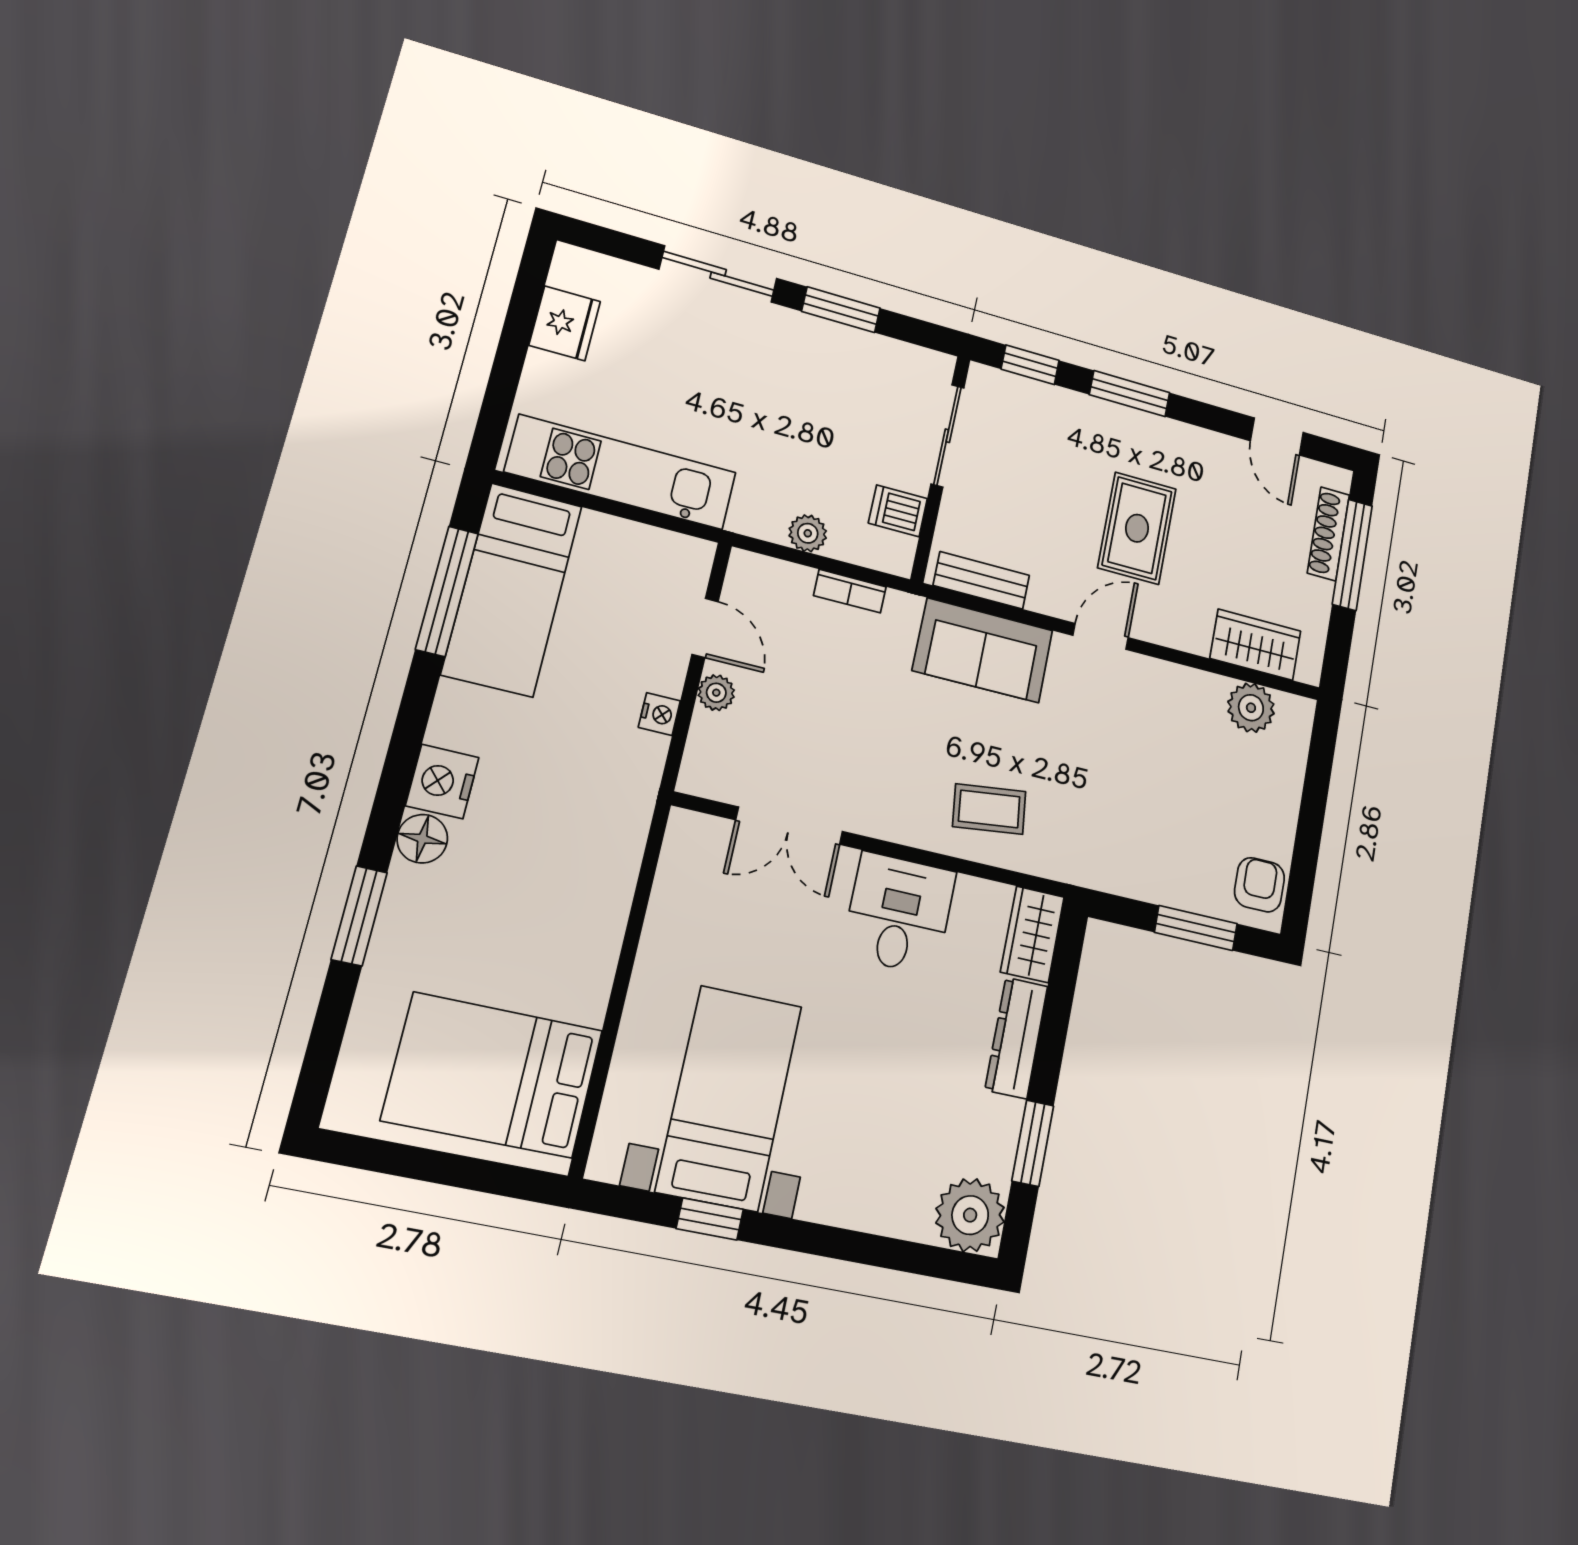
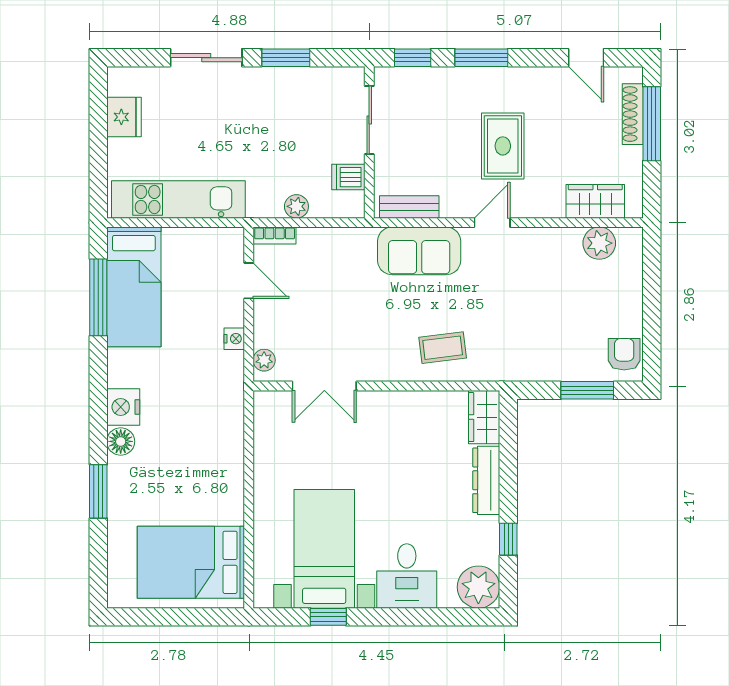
bookcase: (850, 591) -> (275, 235), moved
plant: (716, 693) -> (264, 360), moved
desk: (899, 913) -> (407, 576), moved, turned 180
window: (1033, 1143) -> (508, 539), width x0.67

